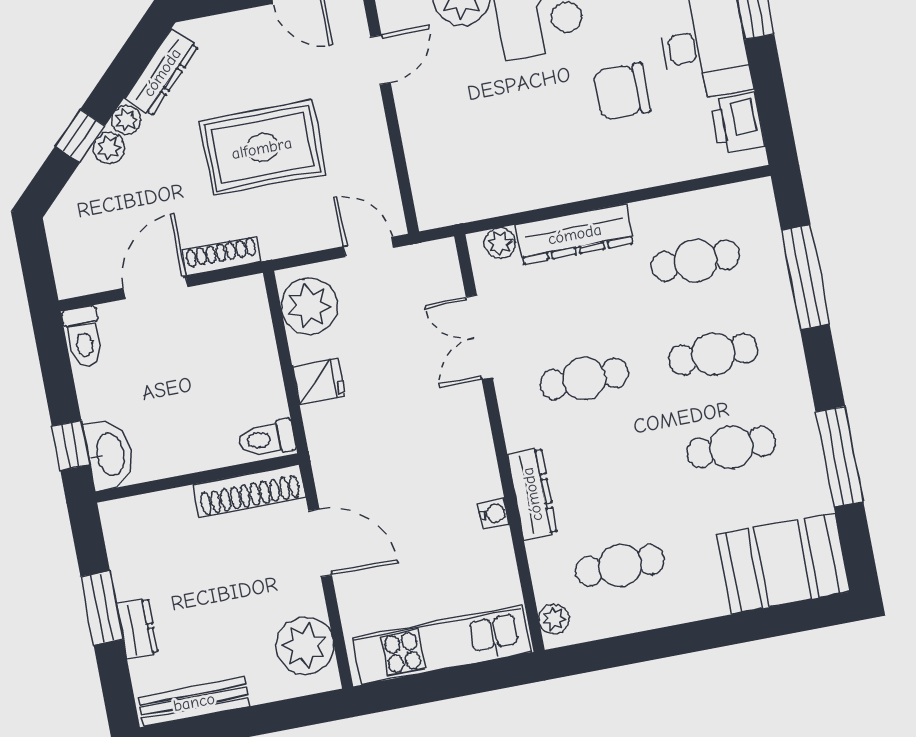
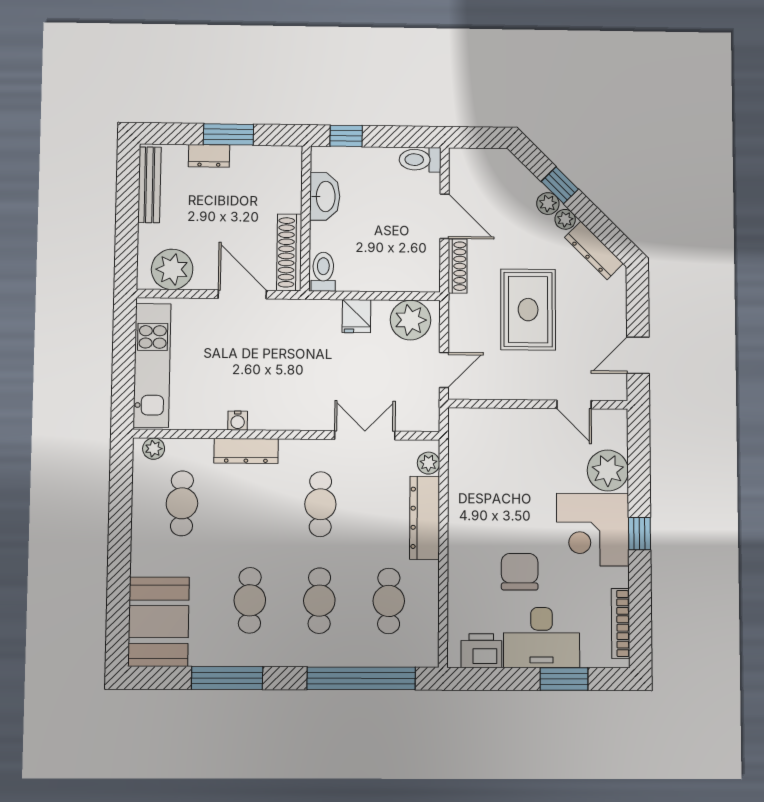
window: (805, 277) -> (361, 678), width x1.46
washbasin: (109, 454) -> (325, 196), moved, turned -90
door: (320, 543) -> (242, 294), swing flipped

